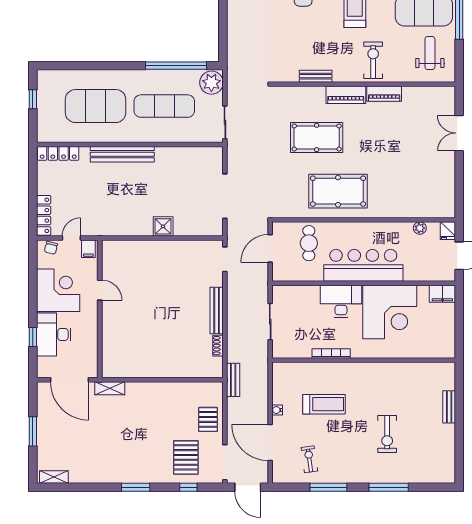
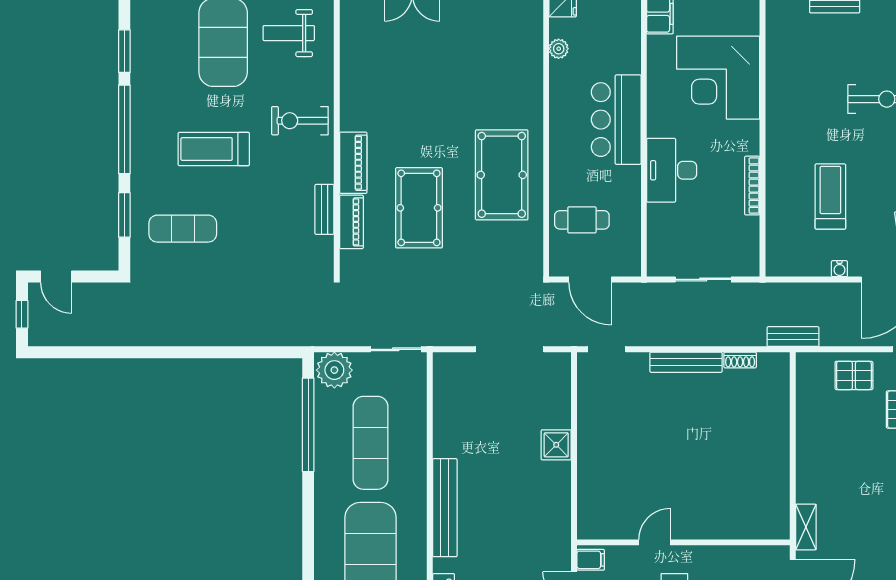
piano: (384, 94) -> (351, 222), moved
bar counter: (363, 265) -> (616, 120), width x0.73
corner desk: (390, 312) -> (718, 78), moved, turned 180

